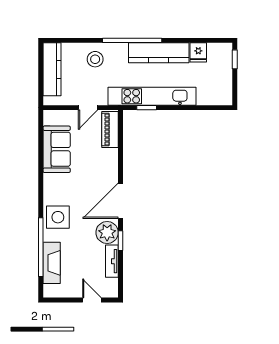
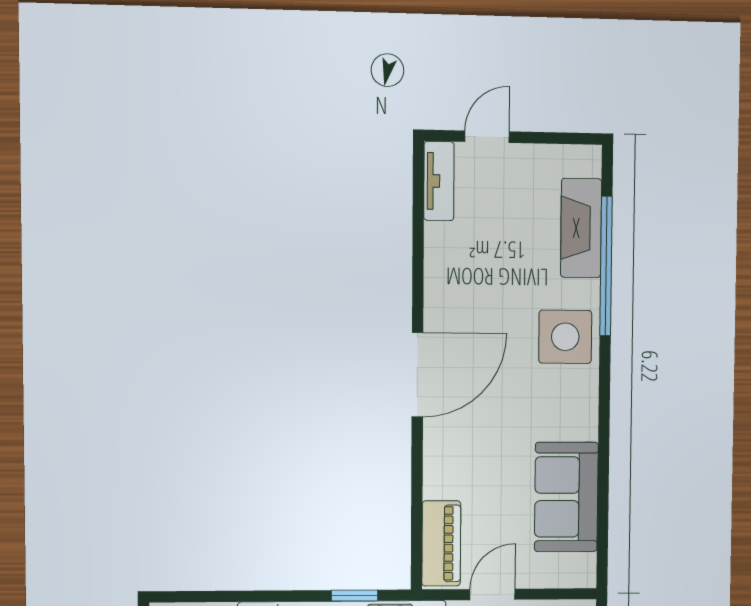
plant: (107, 233) -> (450, 299), removed
window: (121, 241) -> (418, 279), removed
tv unit: (112, 261) -> (439, 181), moved
door: (92, 300) -> (487, 137), swing flipped

